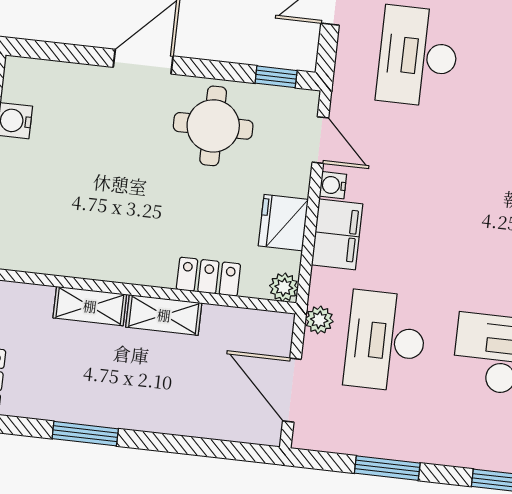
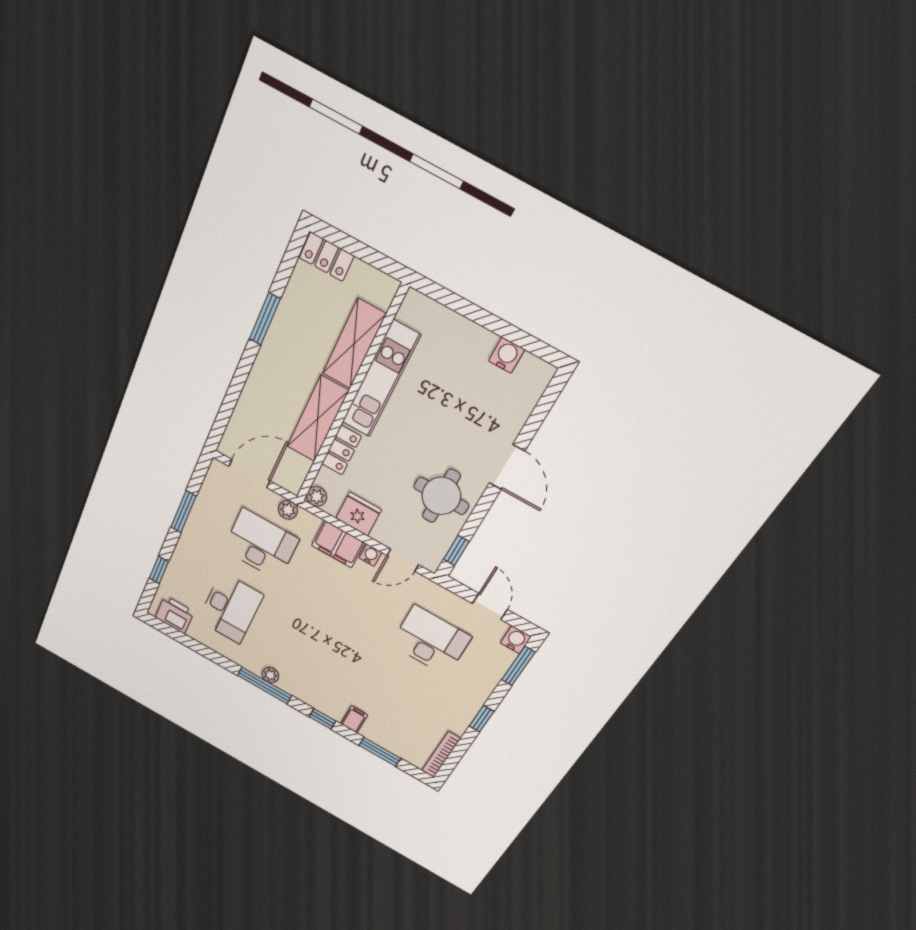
kitchen unit: (101, 260) -> (381, 379), added
shelving: (90, 306) -> (354, 344), width x1.50, depth x1.33
shelving: (164, 315) -> (318, 419), width x1.50, depth x1.33

